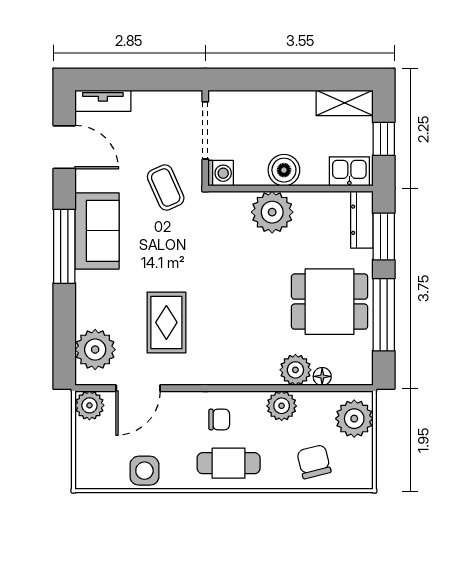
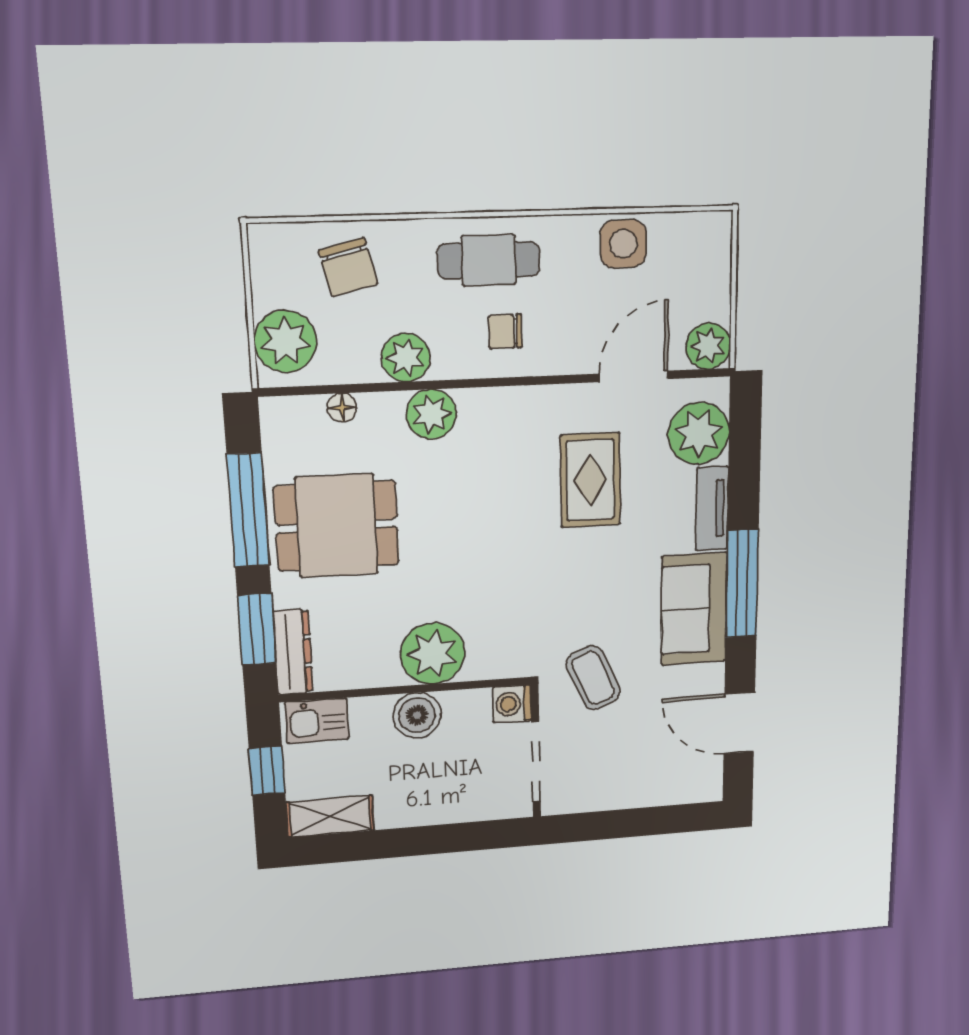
tv unit: (103, 101) -> (712, 508), moved, turned -90
plant: (295, 370) -> (431, 414), moved

